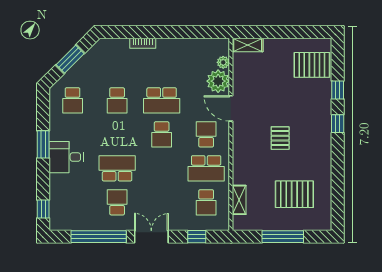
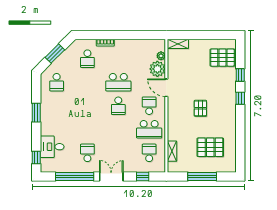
school desk: (117, 100) -> (87, 59), moved
desk: (66, 157) -> (52, 147), moved
school desk: (117, 168) -> (87, 129), removed
school desk: (206, 202) -> (149, 153), turned 180

